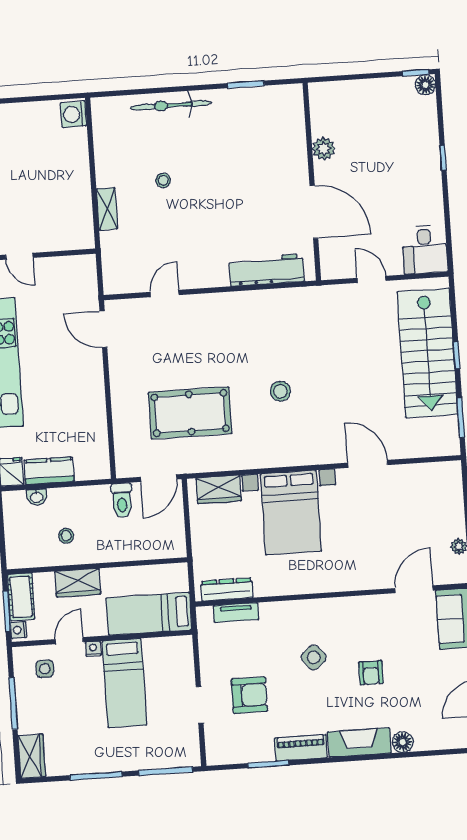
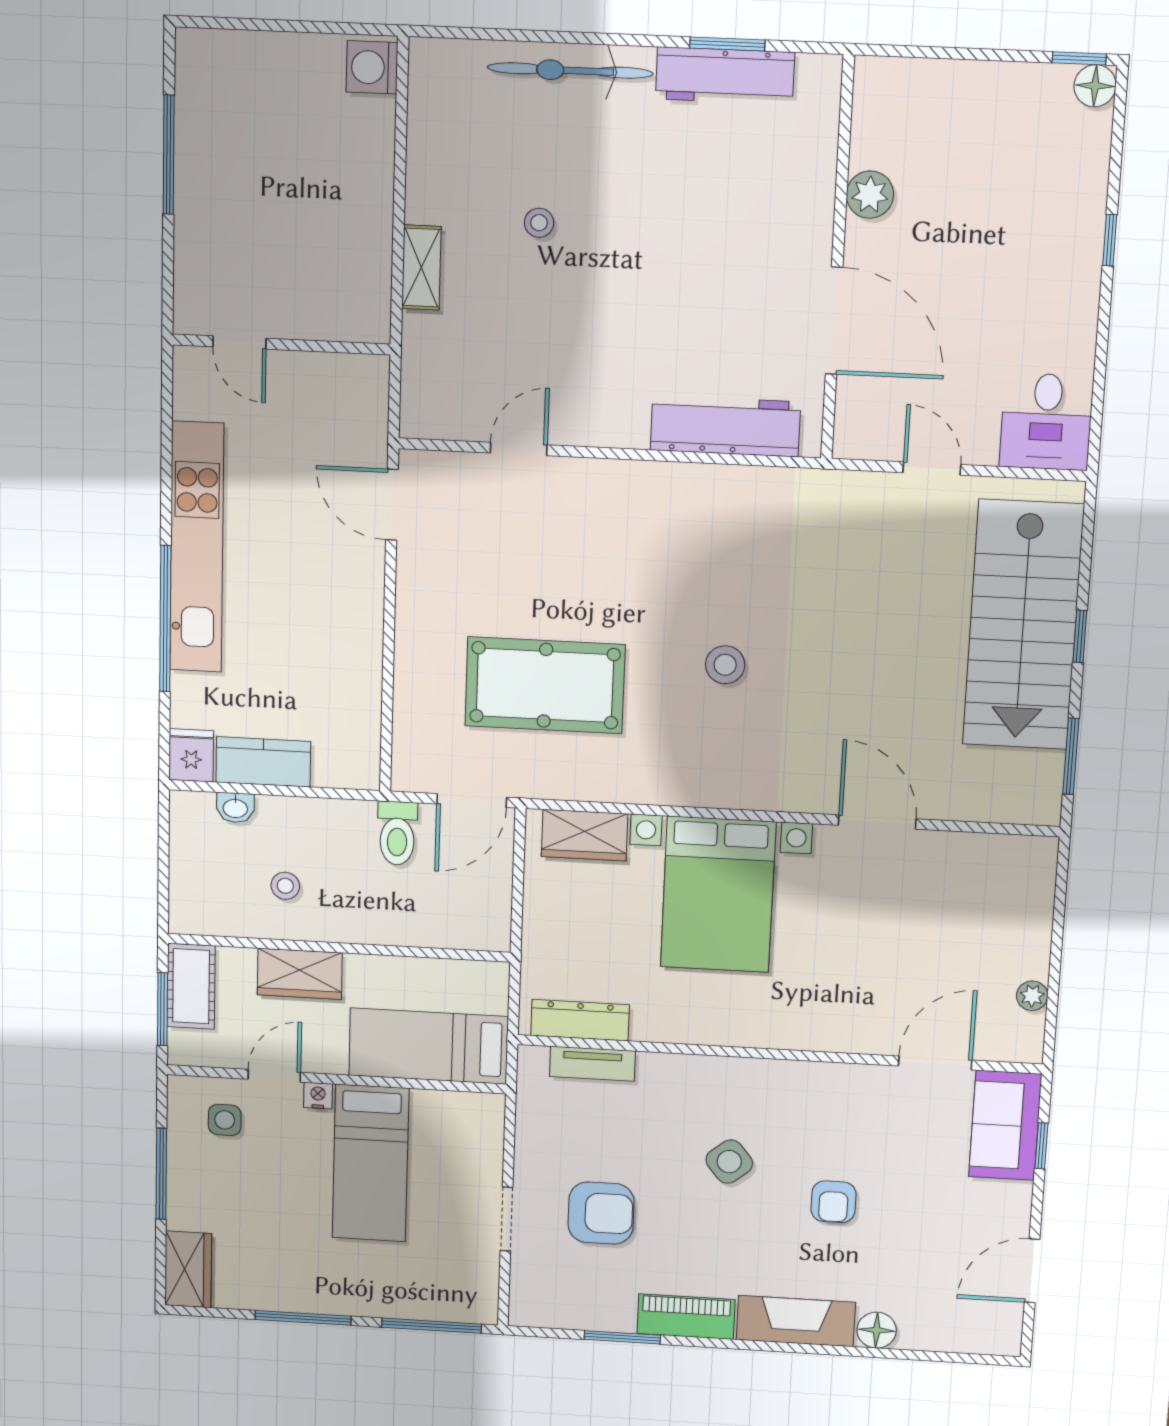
workbench: (246, 100) -> (725, 76), added
nightstand: (19, 630) -> (182, 1045), removed

